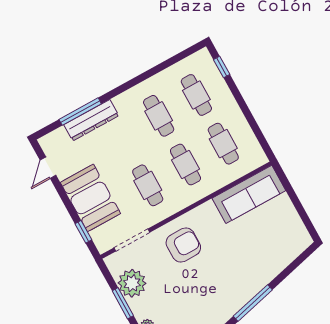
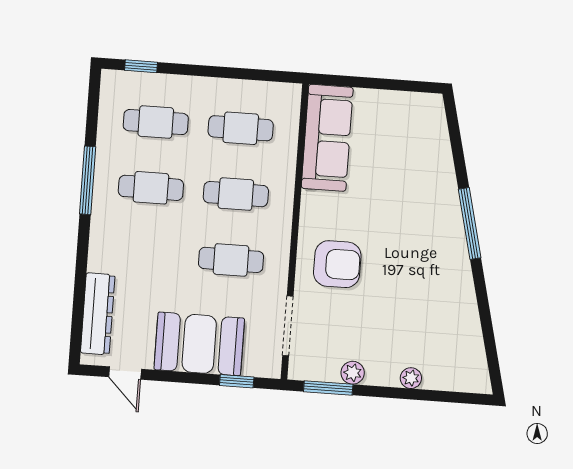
window: (80, 112) -> (88, 180), moved
dresser: (91, 120) -> (98, 314), moved
armchair: (183, 245) -> (337, 264), turned 90
plant: (132, 283) -> (353, 373), width x0.53, depth x0.53
window: (123, 303) -> (328, 388), moved

